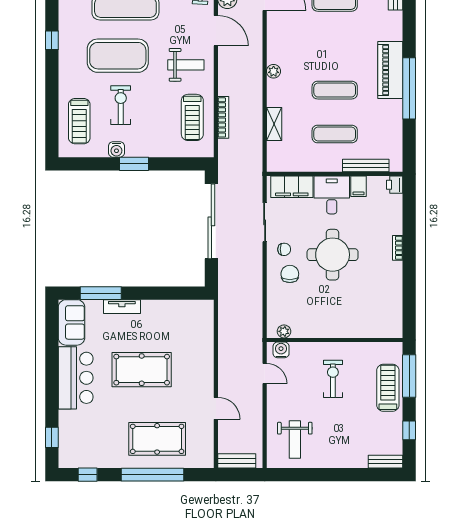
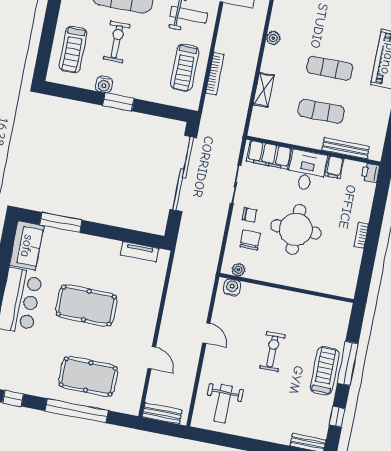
tv unit: (122, 307) -> (140, 252), moved
plant: (284, 331) -> (238, 270), moved
wall: (335, 340) -> (287, 288), moved
water cooler: (281, 350) -> (232, 287), moved

